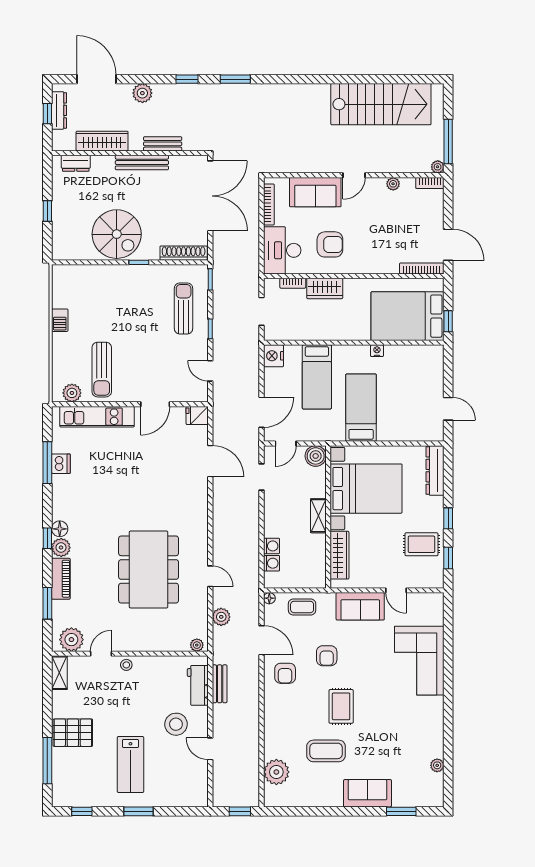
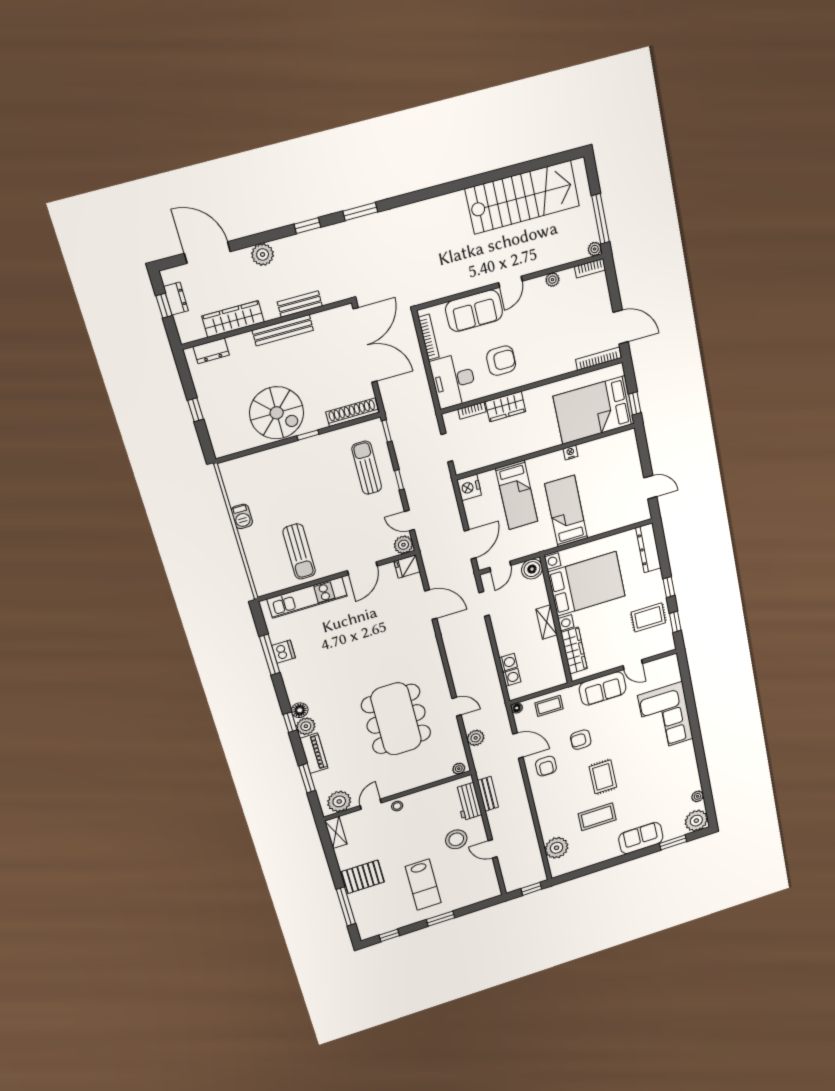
dresser: (59, 110) -> (176, 299), width x0.70
plant: (72, 393) -> (403, 545), moved
armchair: (327, 656) -> (581, 740), turned 90
plant: (431, 794) -> (696, 821), added

